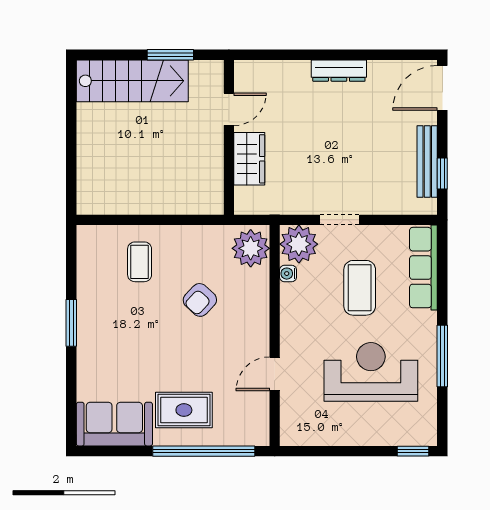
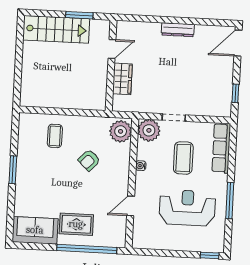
bench: (427, 162) -> (227, 86), removed
water cooler: (288, 274) -> (141, 166), moved

